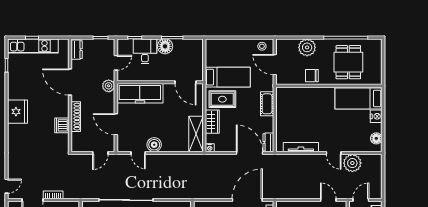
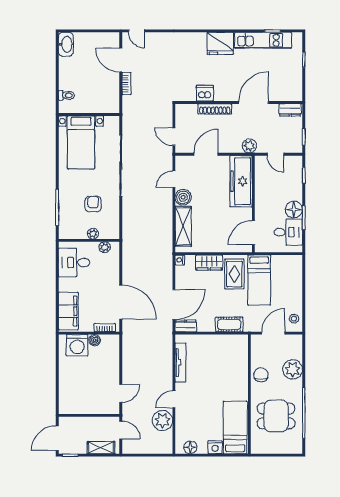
kitchen unit: (33, 46) -> (263, 40), moved, turned -90
desk: (145, 51) -> (288, 232), moved
shelving: (196, 134) -> (183, 226), moved, turned 90

